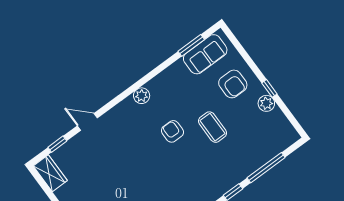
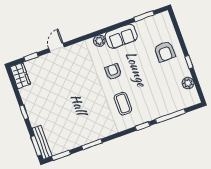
sofa: (205, 54) -> (121, 36), moved
plant: (266, 103) -> (188, 83), moved
door: (87, 122) -> (56, 48), hinge flipped
coffee table: (213, 127) -> (123, 104), moved

